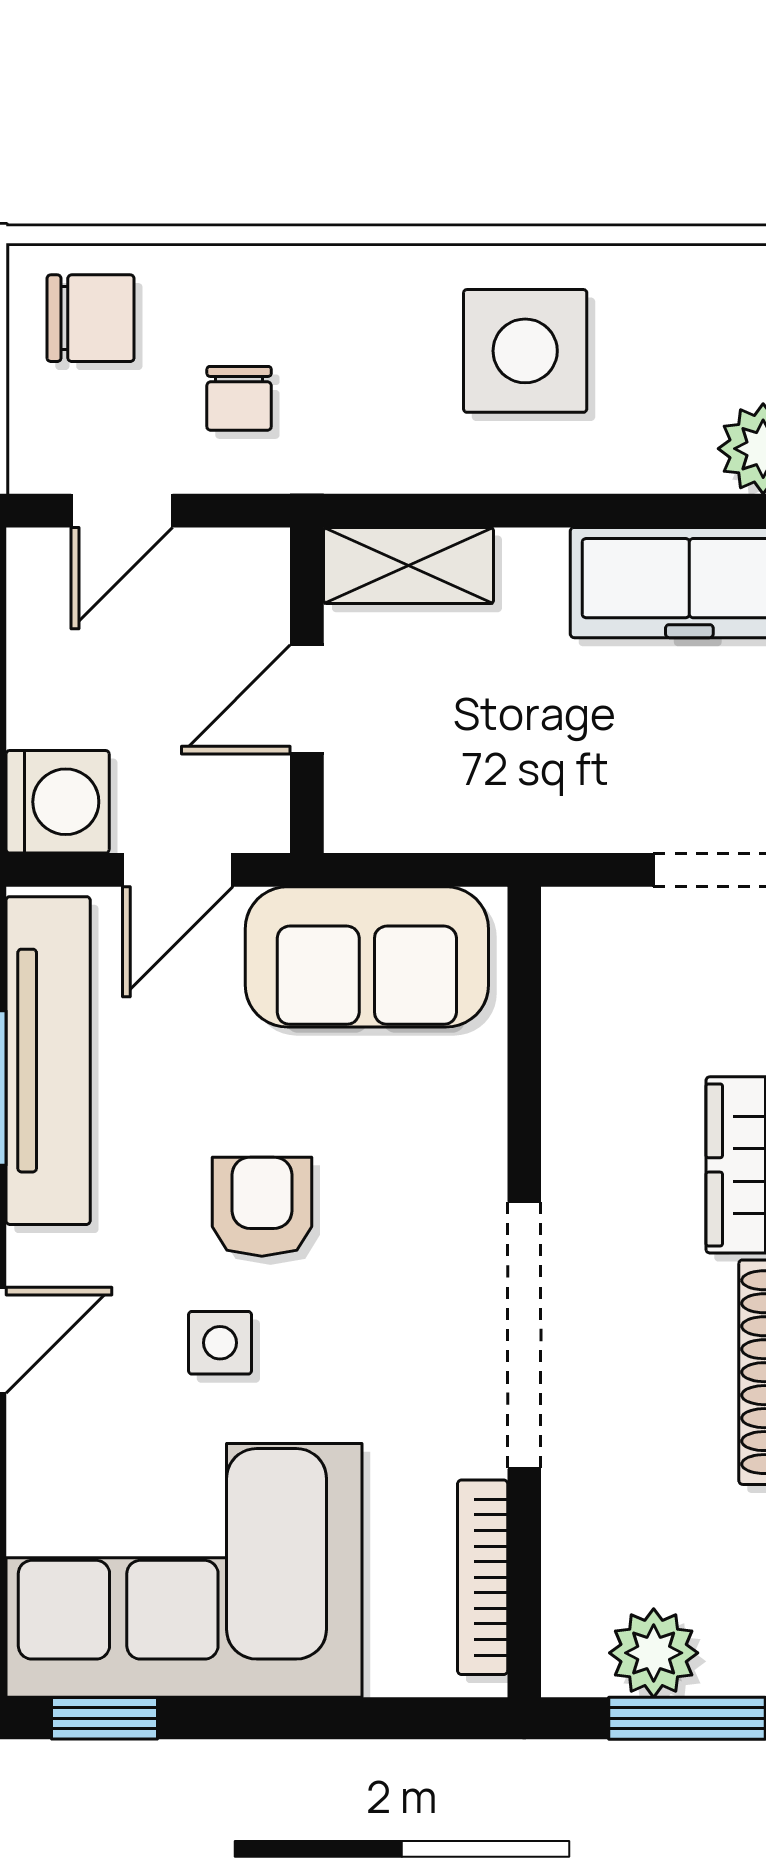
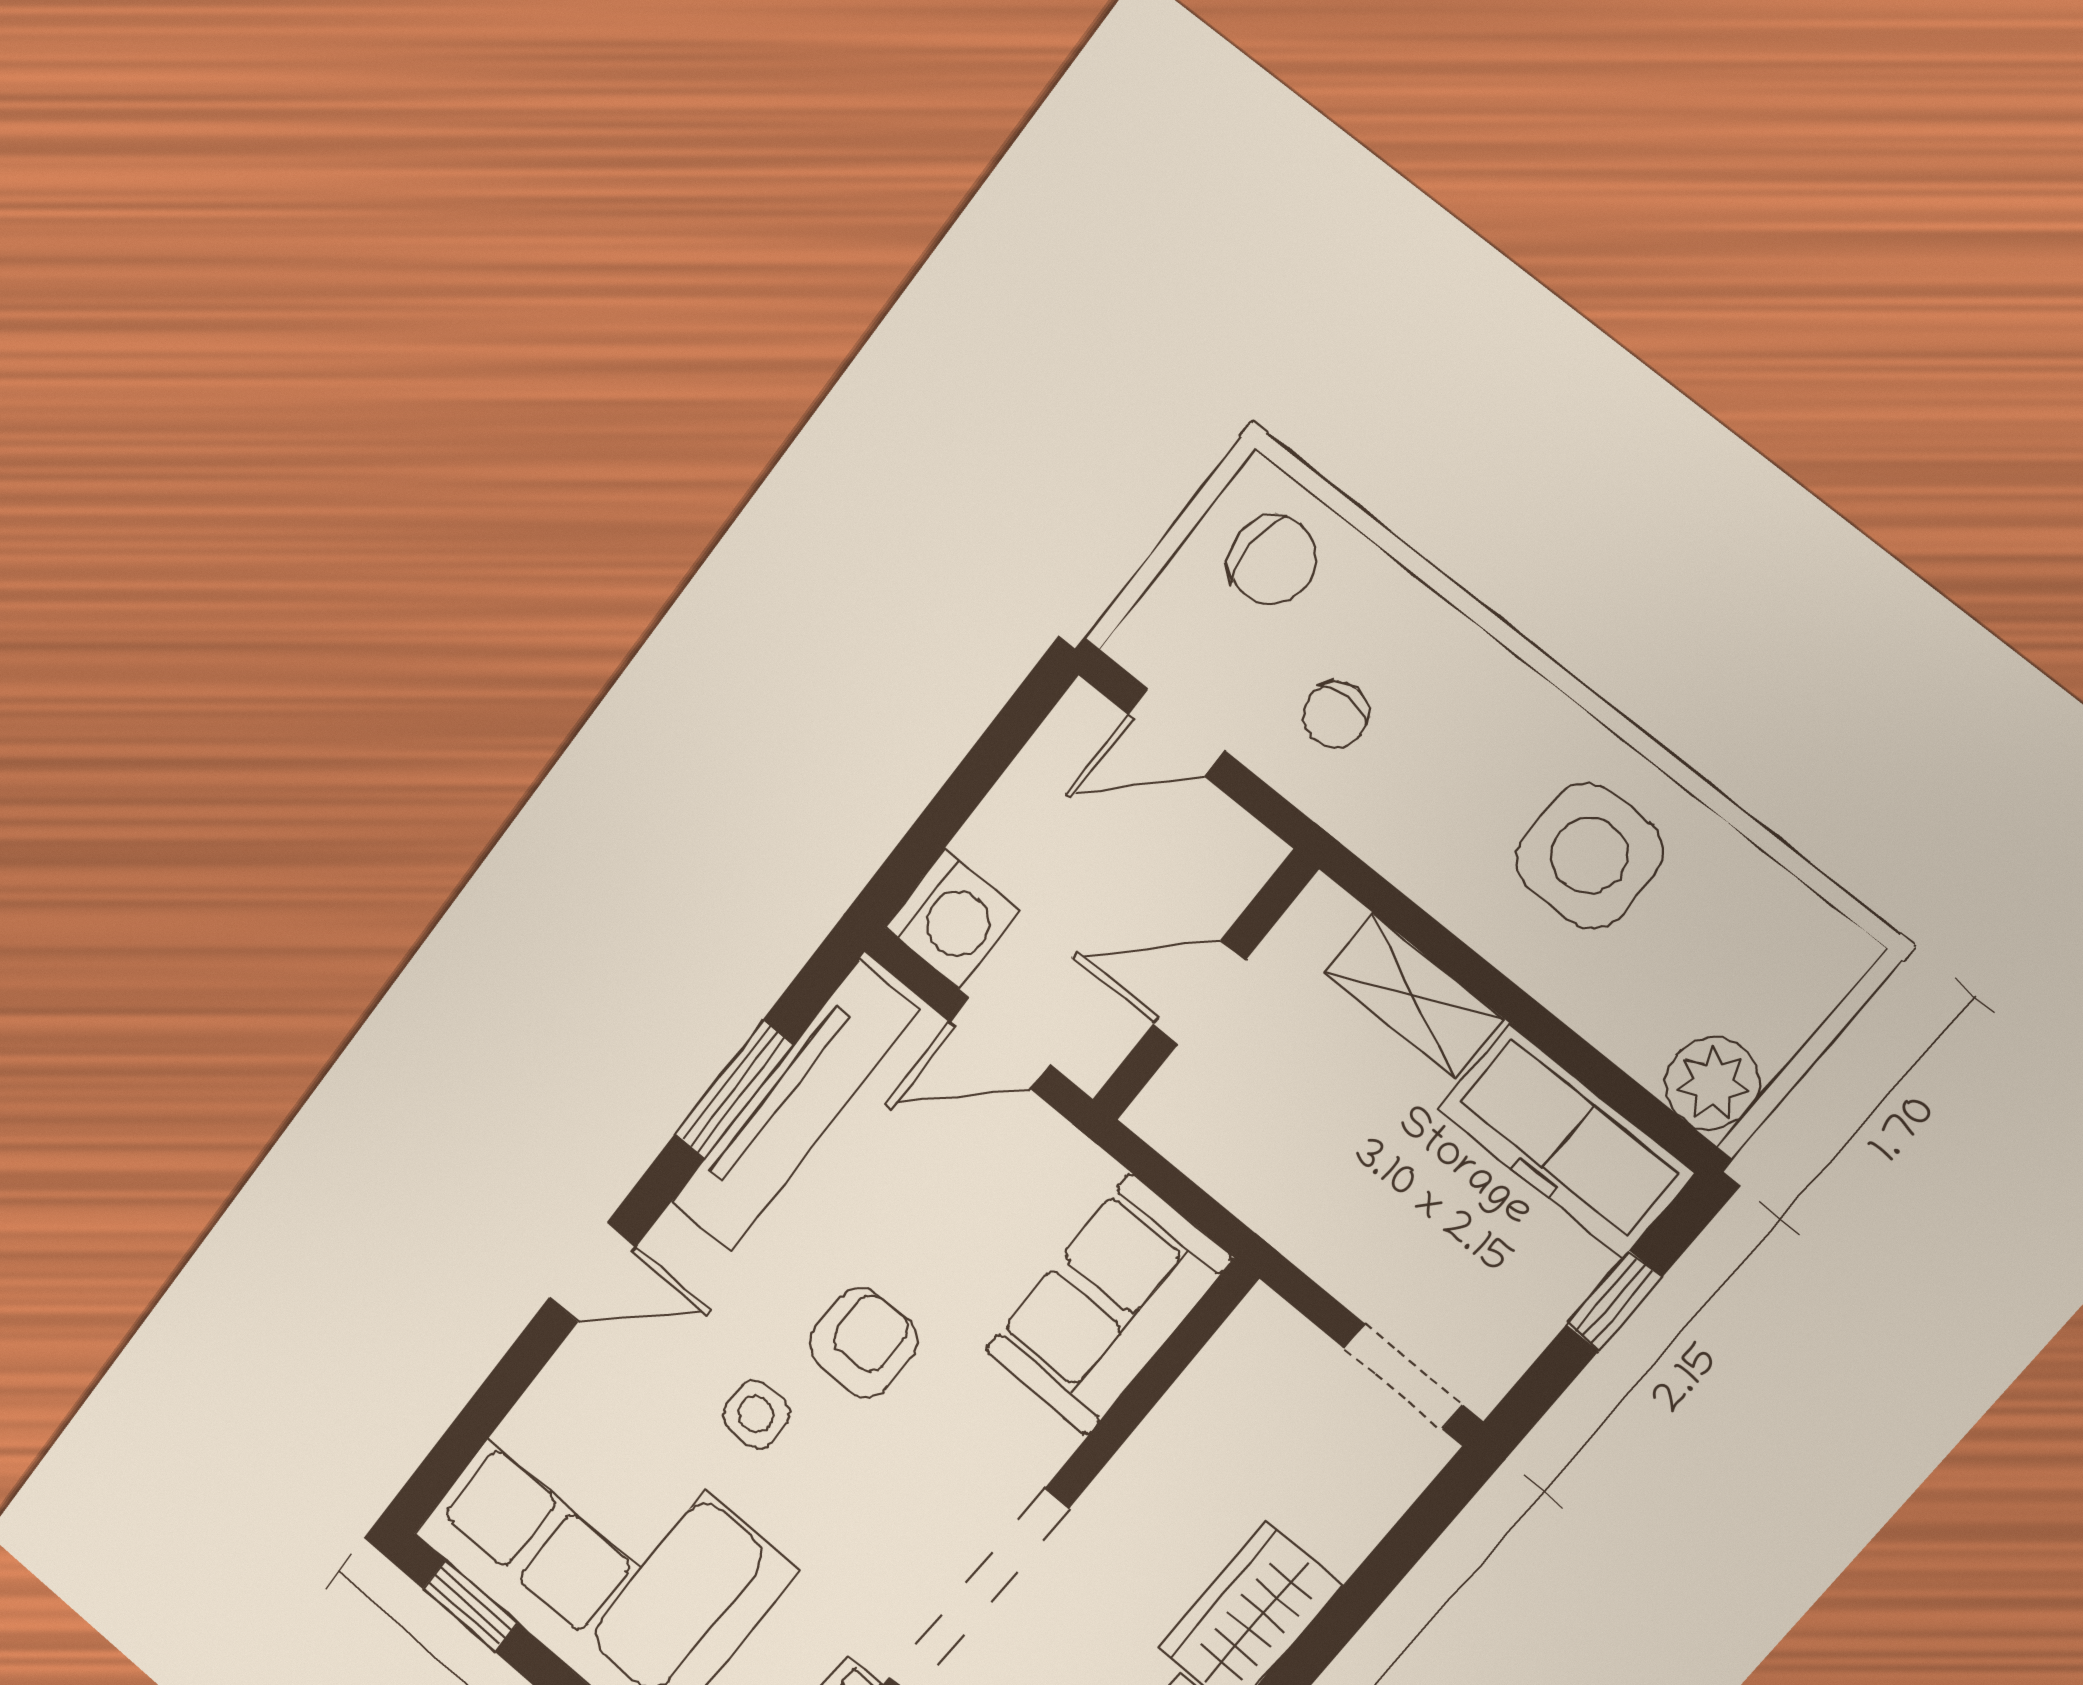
shelving: (409, 565) -> (1414, 995), moved
sofa: (367, 957) -> (1108, 1305), moved, turned 90

